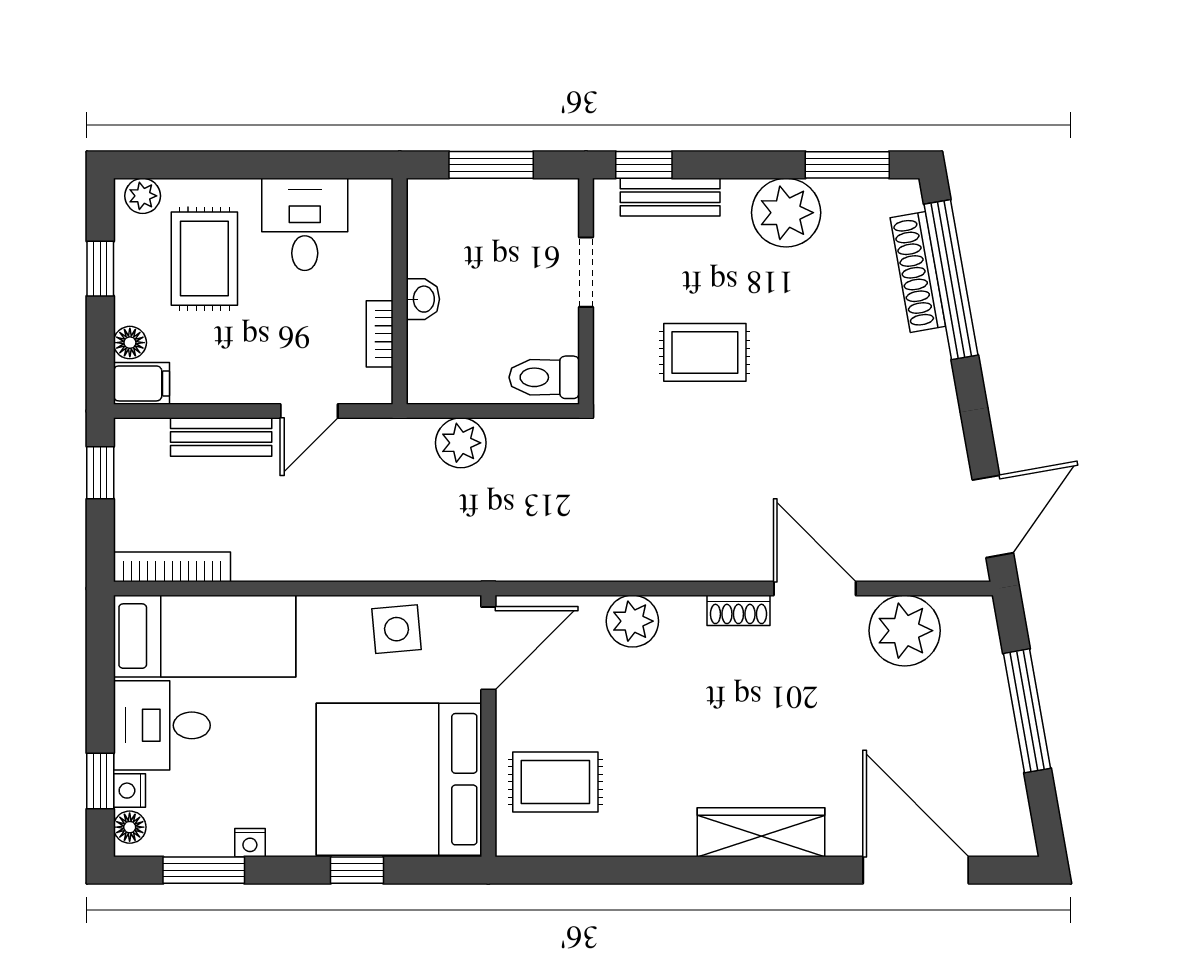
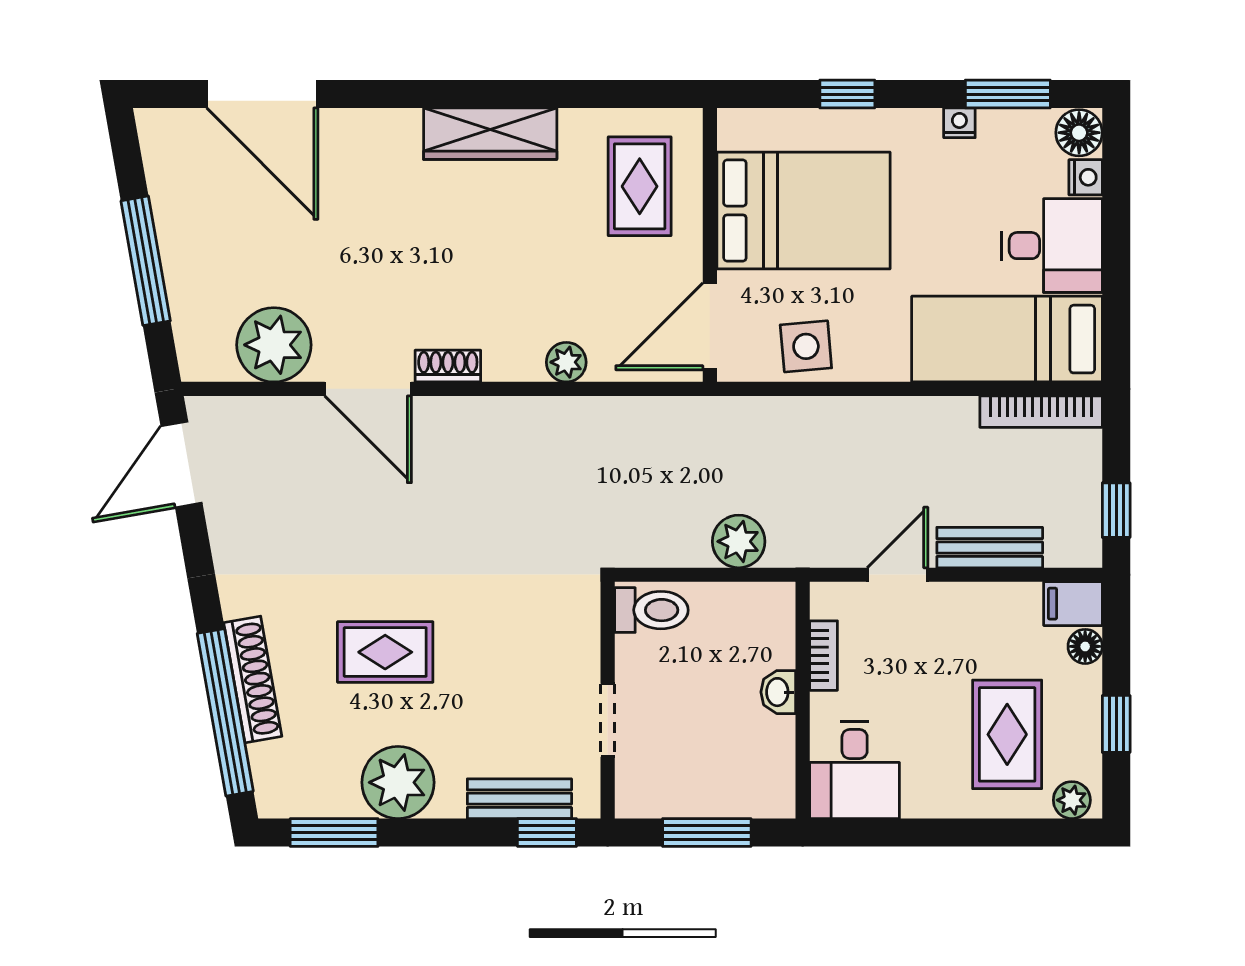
desk: (305, 224) -> (855, 770), moved
shoe rack: (918, 272) -> (253, 679), moved
rug: (705, 352) -> (385, 652), moved
plant: (632, 621) -> (566, 362), width x0.73, depth x0.73
bed: (399, 779) -> (803, 210), width x0.73
window: (100, 781) -> (1116, 187), removed
rug: (555, 782) -> (640, 186), turned 90
floor lamp: (130, 827) -> (1079, 133), width x1.37, depth x1.37
wardrobe: (761, 832) -> (490, 134), moved

